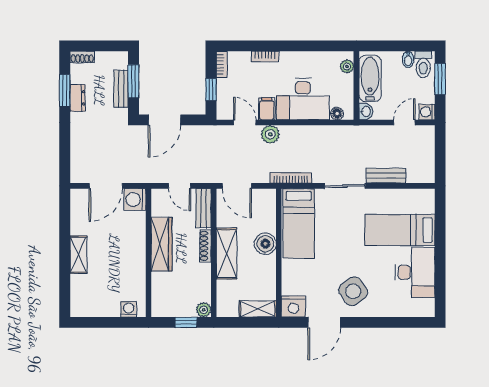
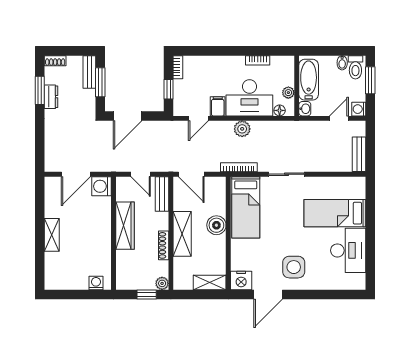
bookcase: (265, 57) -> (258, 60), moved
plant: (347, 66) -> (288, 93), moved
bench: (121, 89) -> (89, 72), moved
door: (245, 122) -> (198, 118), swing flipped
plant: (270, 134) -> (242, 129), moved
bench: (386, 176) -> (359, 154), moved, turned 90
shoe rack: (205, 246) -> (164, 245), moved
side table: (353, 291) -> (294, 267), turned 35

